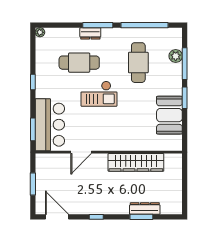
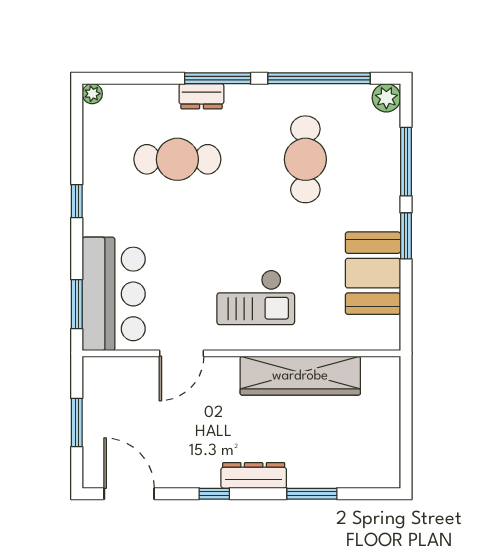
plant: (176, 56) -> (386, 98), moved
checkout: (99, 94) -> (256, 297), moved
dresser: (145, 209) -> (254, 475), moved

